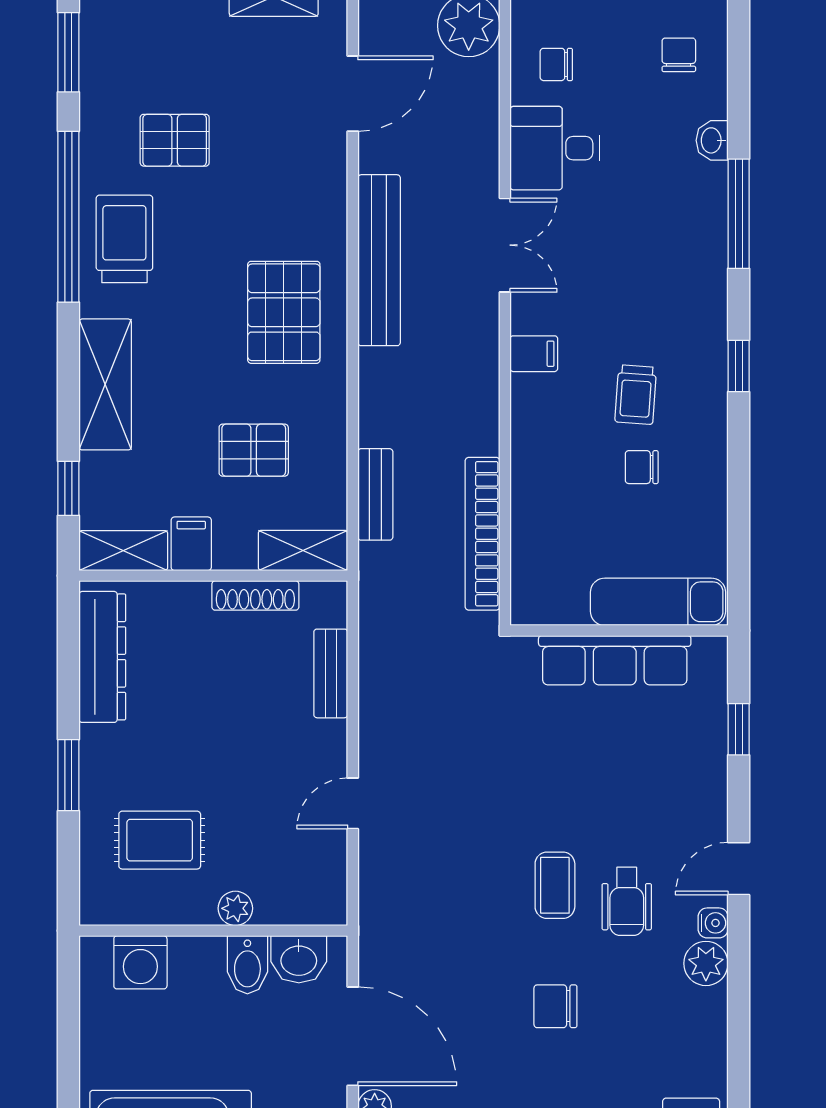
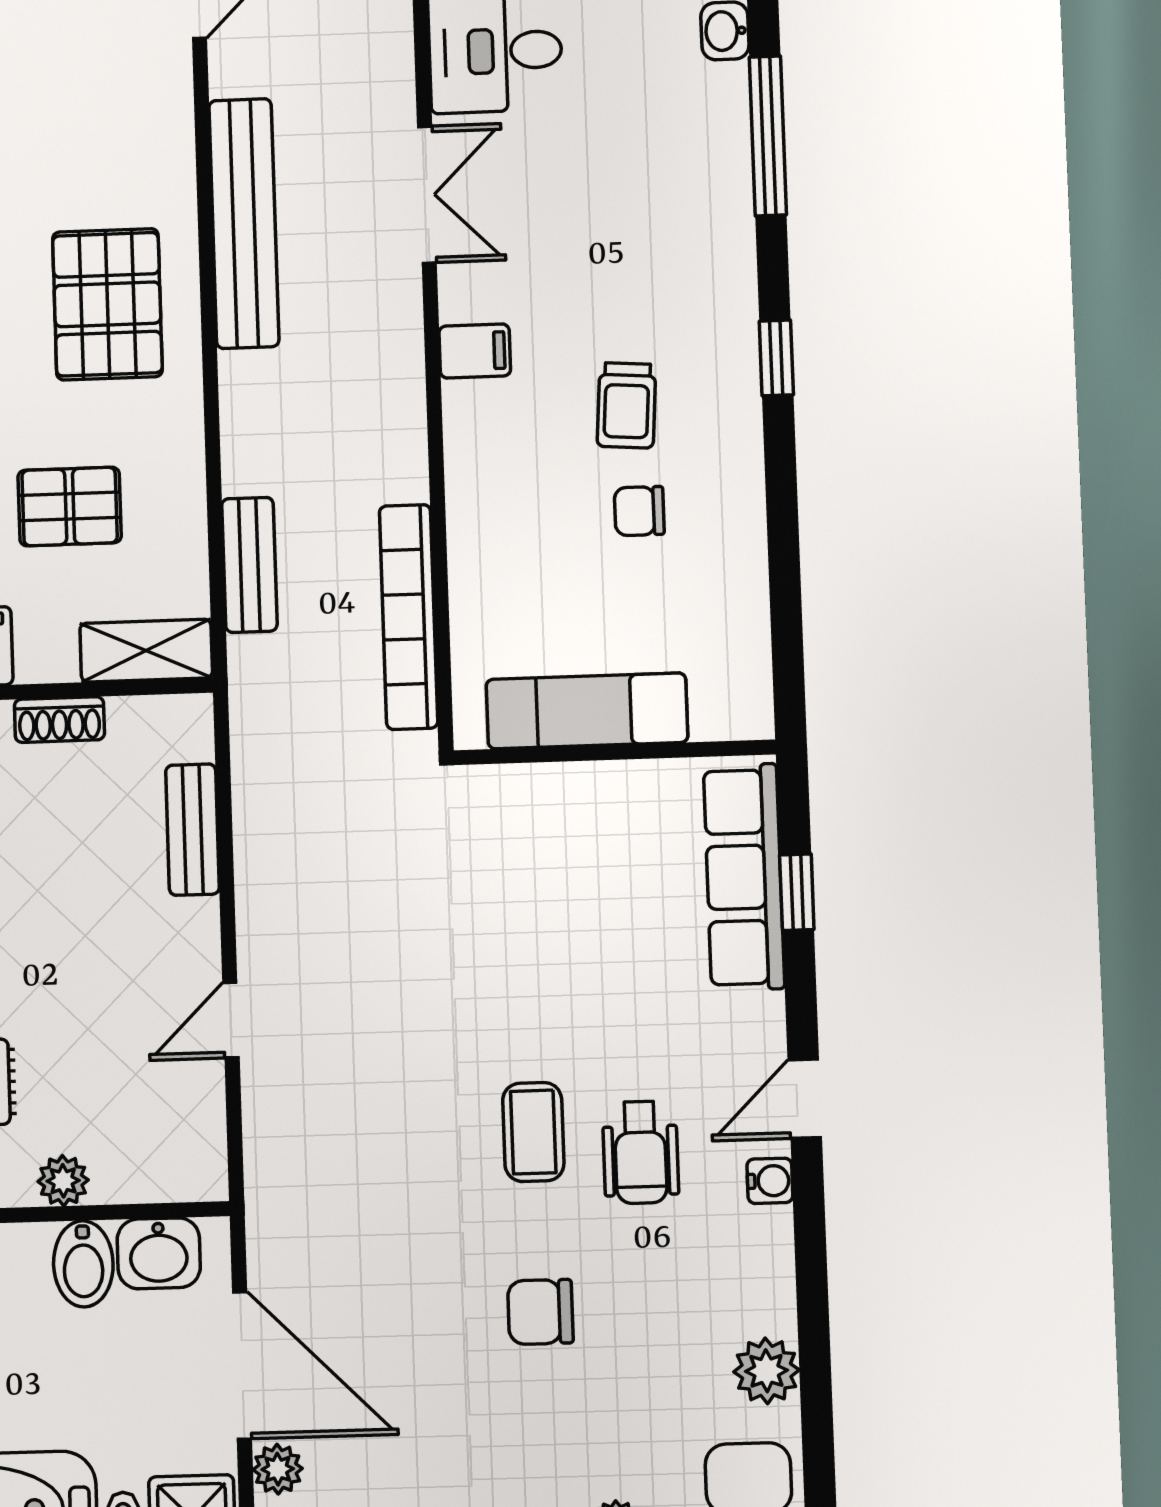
shoe rack: (255, 595) -> (59, 720), width x0.70
exam couch: (658, 602) -> (587, 711), moved
row of seats: (615, 660) -> (744, 877), moved, turned 90
plant: (706, 963) -> (766, 1371), moved

